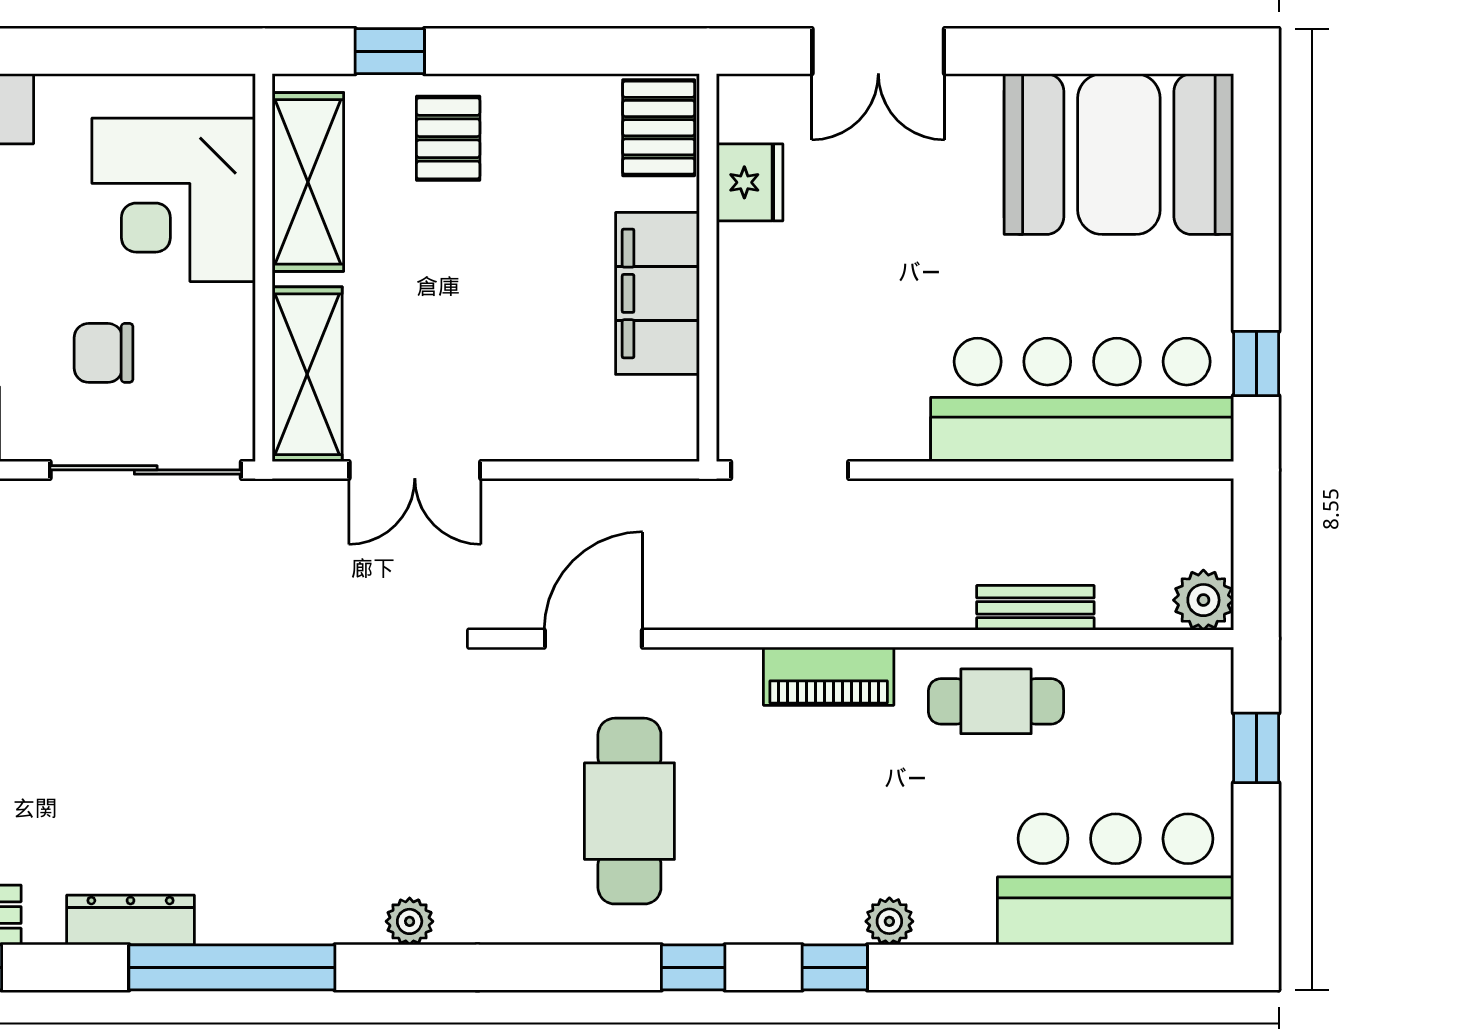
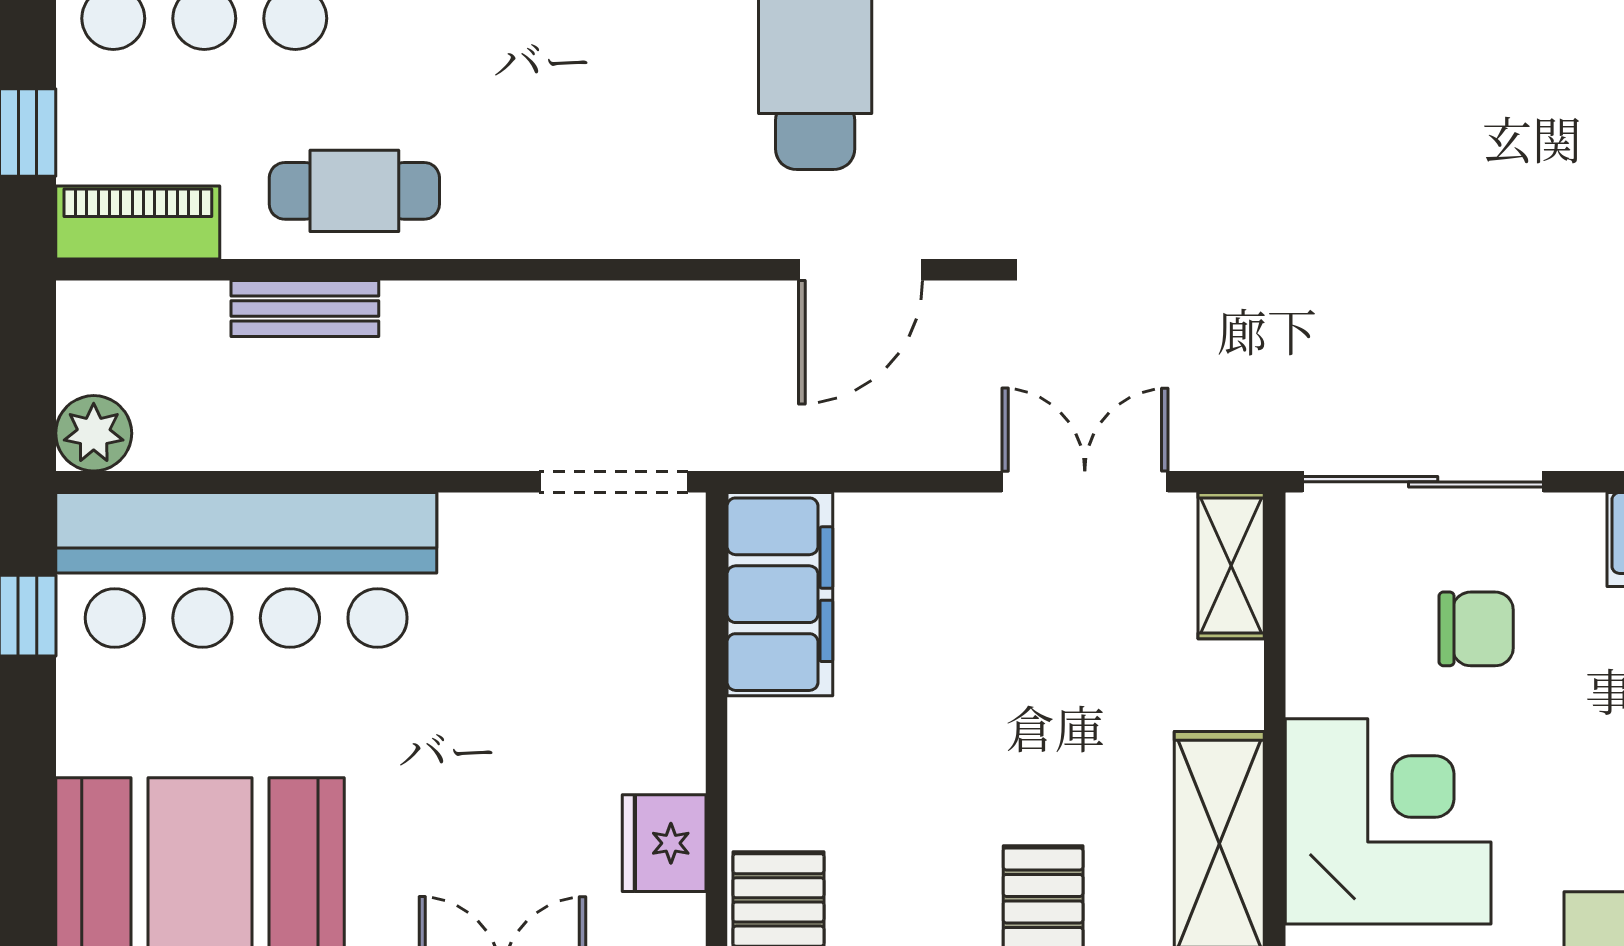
filing cabinet: (657, 293) -> (780, 594), moved
shelving: (307, 374) -> (1231, 566), width x0.67, depth x0.75
plant: (1203, 600) -> (94, 433), moved
piano: (829, 676) -> (138, 223), moved

